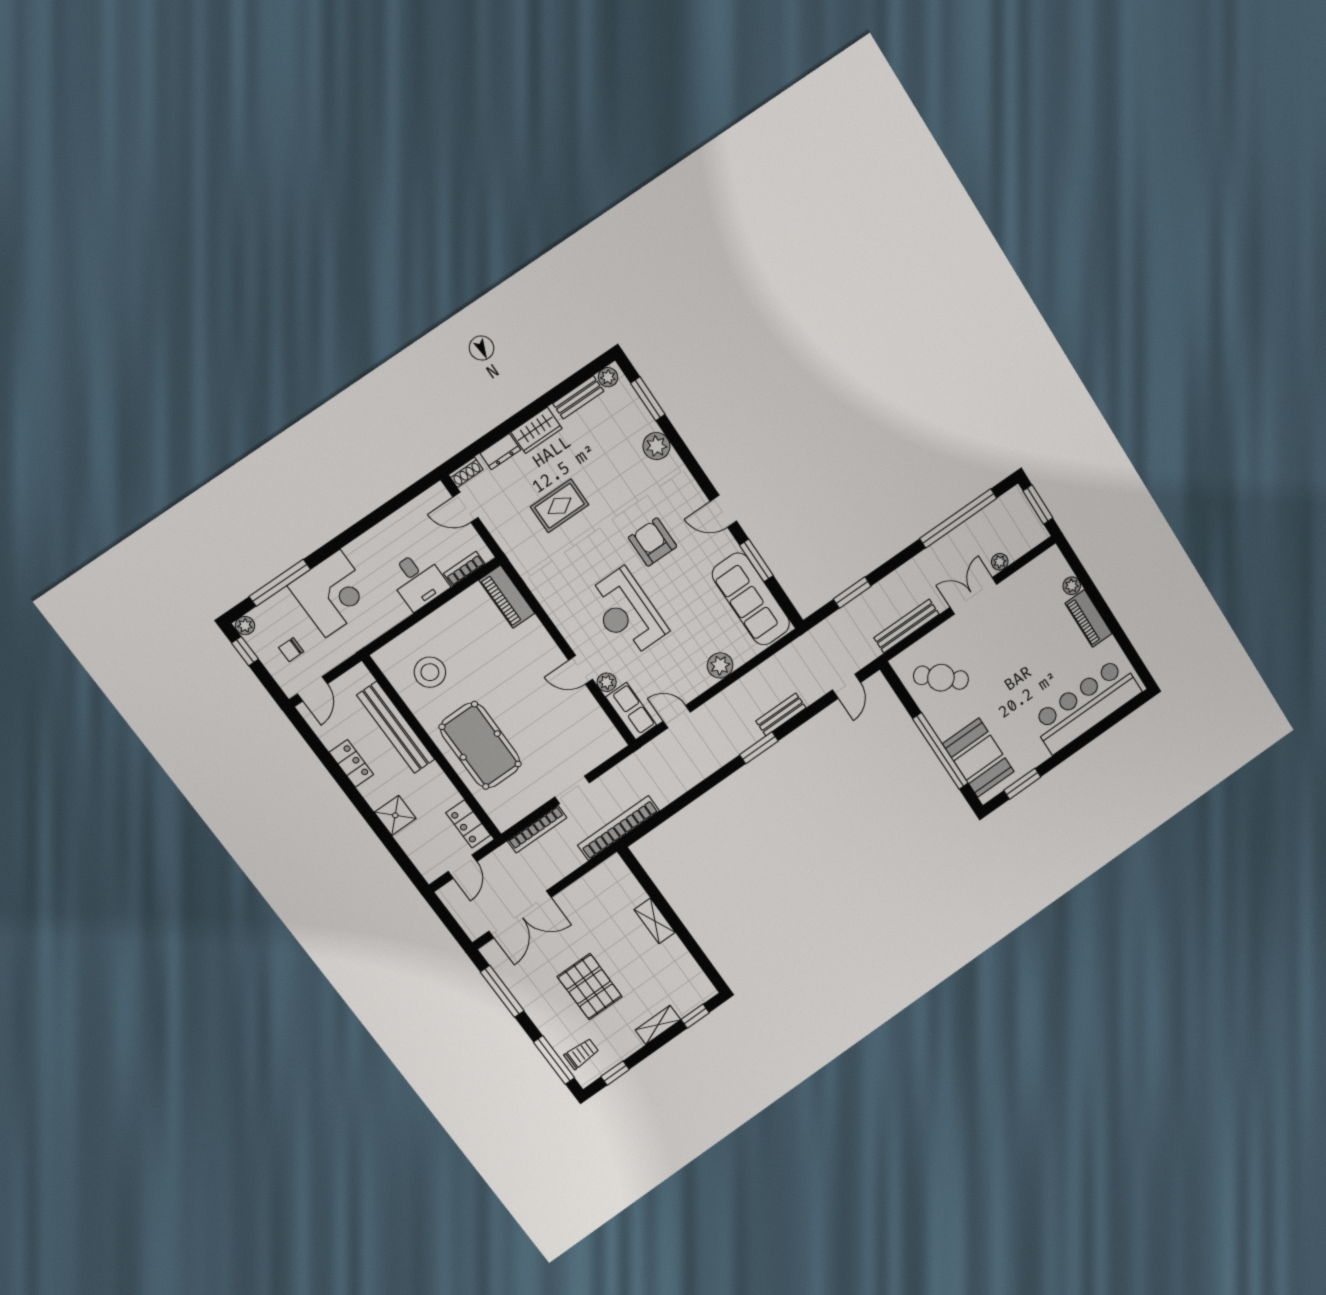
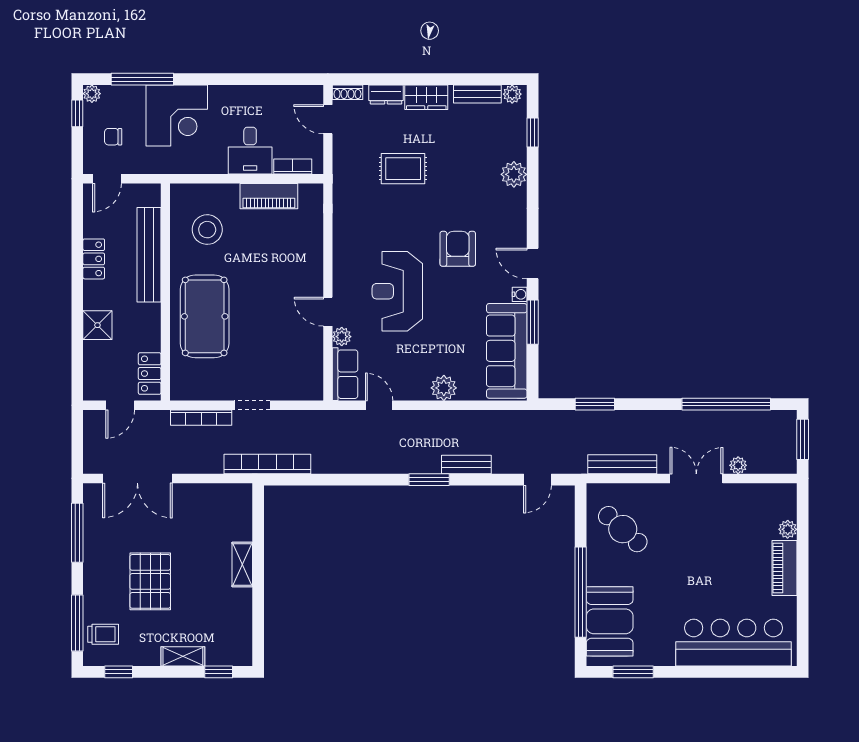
window: (648, 399) -> (533, 132), width x0.67
water cooler: (730, 545) -> (520, 294), added
piano: (507, 597) -> (269, 196), moved, turned -90

